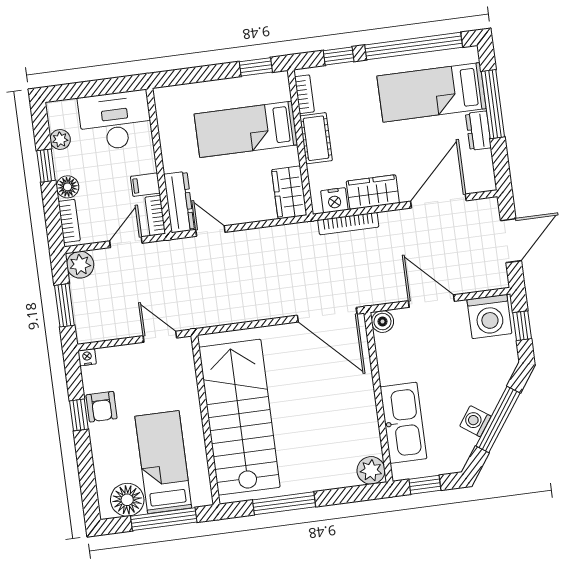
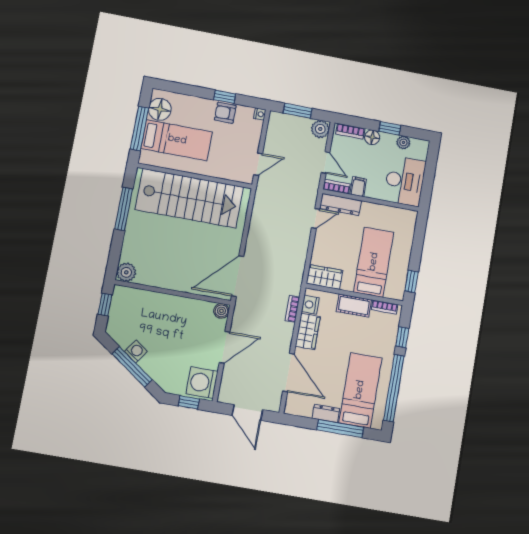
bookcase: (348, 224) -> (292, 309), width x0.64
kitchen sink: (403, 423) -> (151, 304), removed

